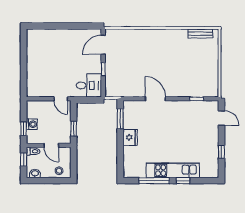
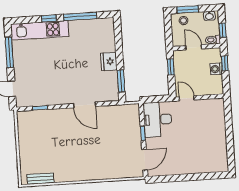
desk: (89, 85) -> (158, 120), width x1.37
window: (221, 152) -> (9, 52), width x2.17
kitchen unit: (173, 170) -> (40, 30), moved
window: (54, 181) -> (188, 9), added

